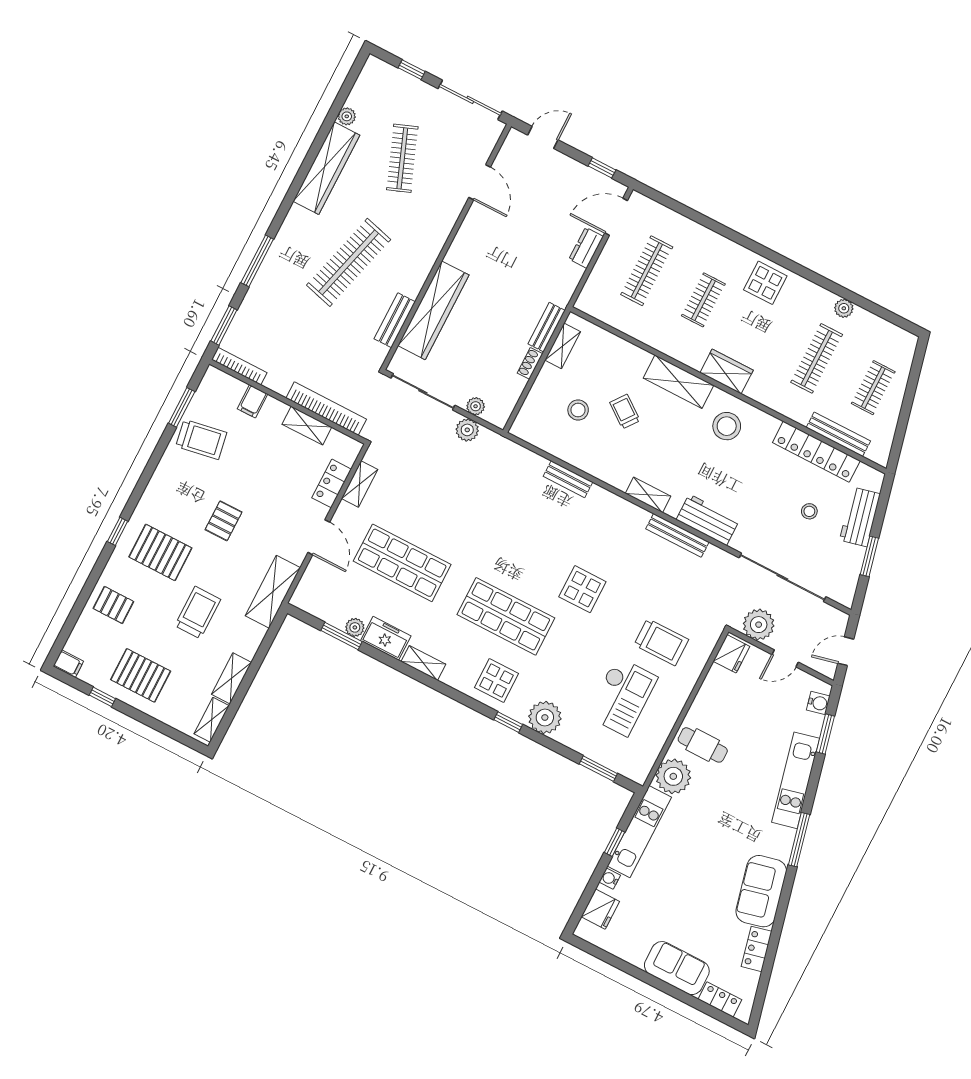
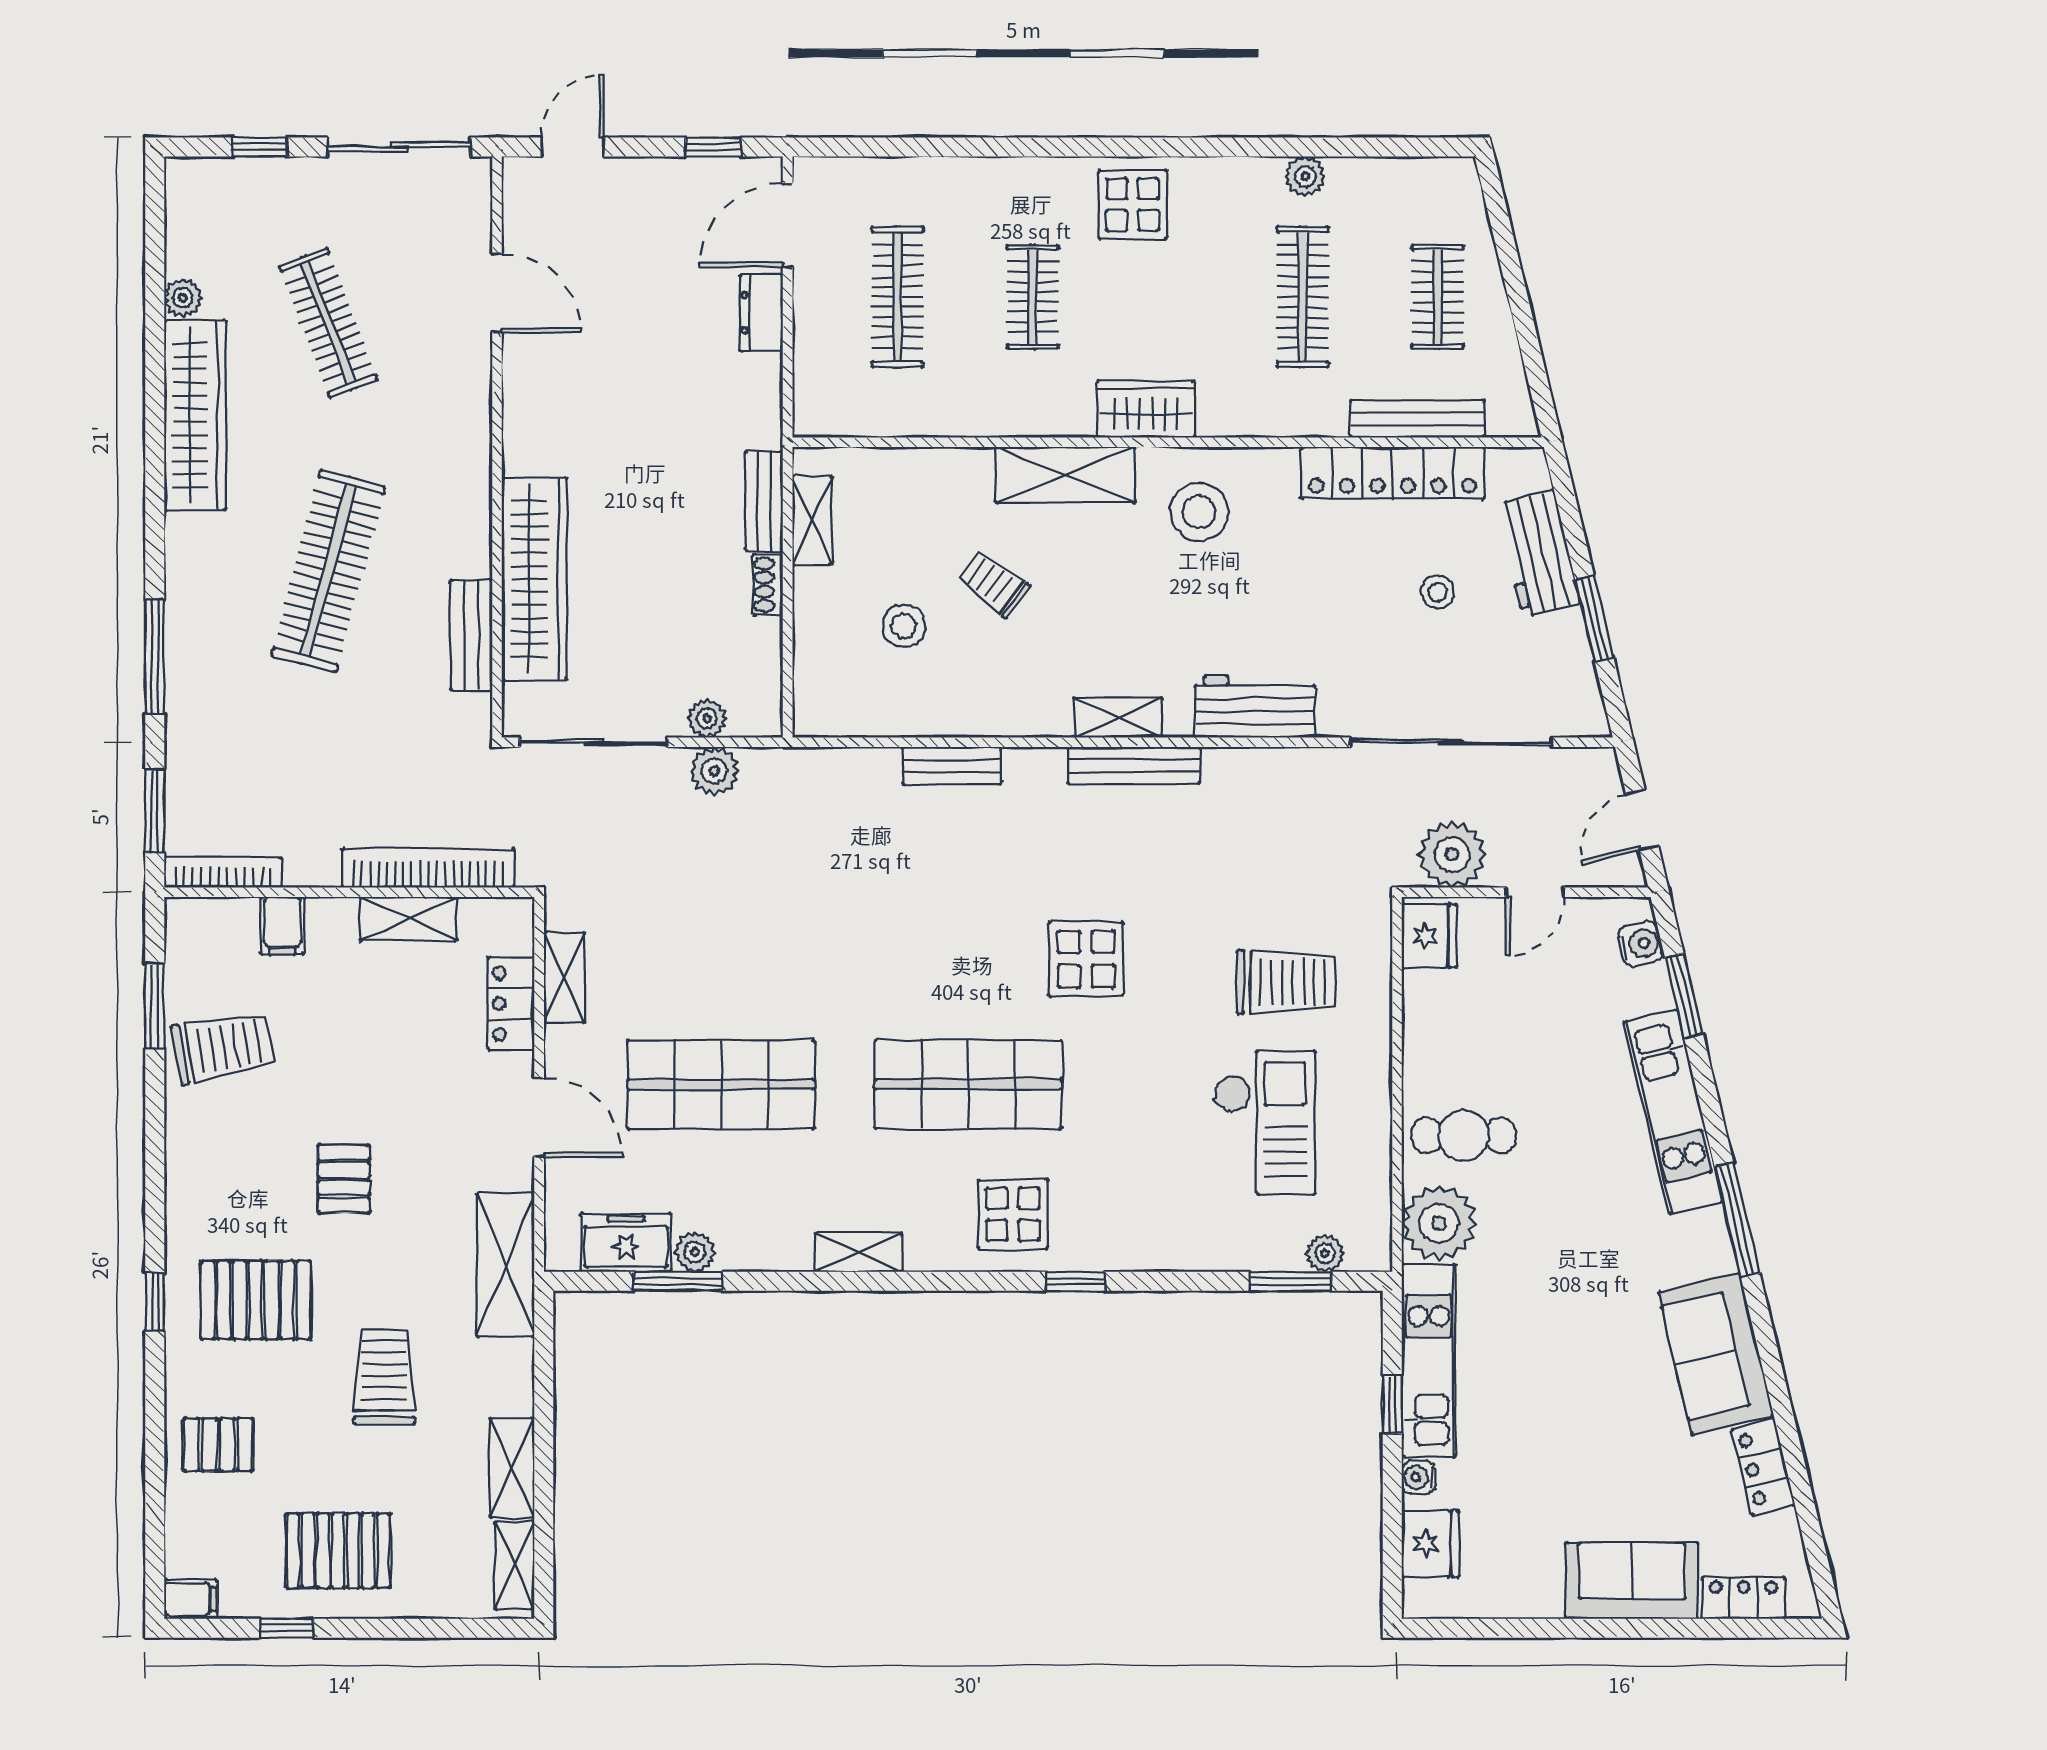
bench: (677, 535) -> (1134, 765), moved
freezer: (386, 638) -> (626, 1243), moved
plant: (545, 717) -> (1325, 1253), moved, width x0.53, depth x0.53

